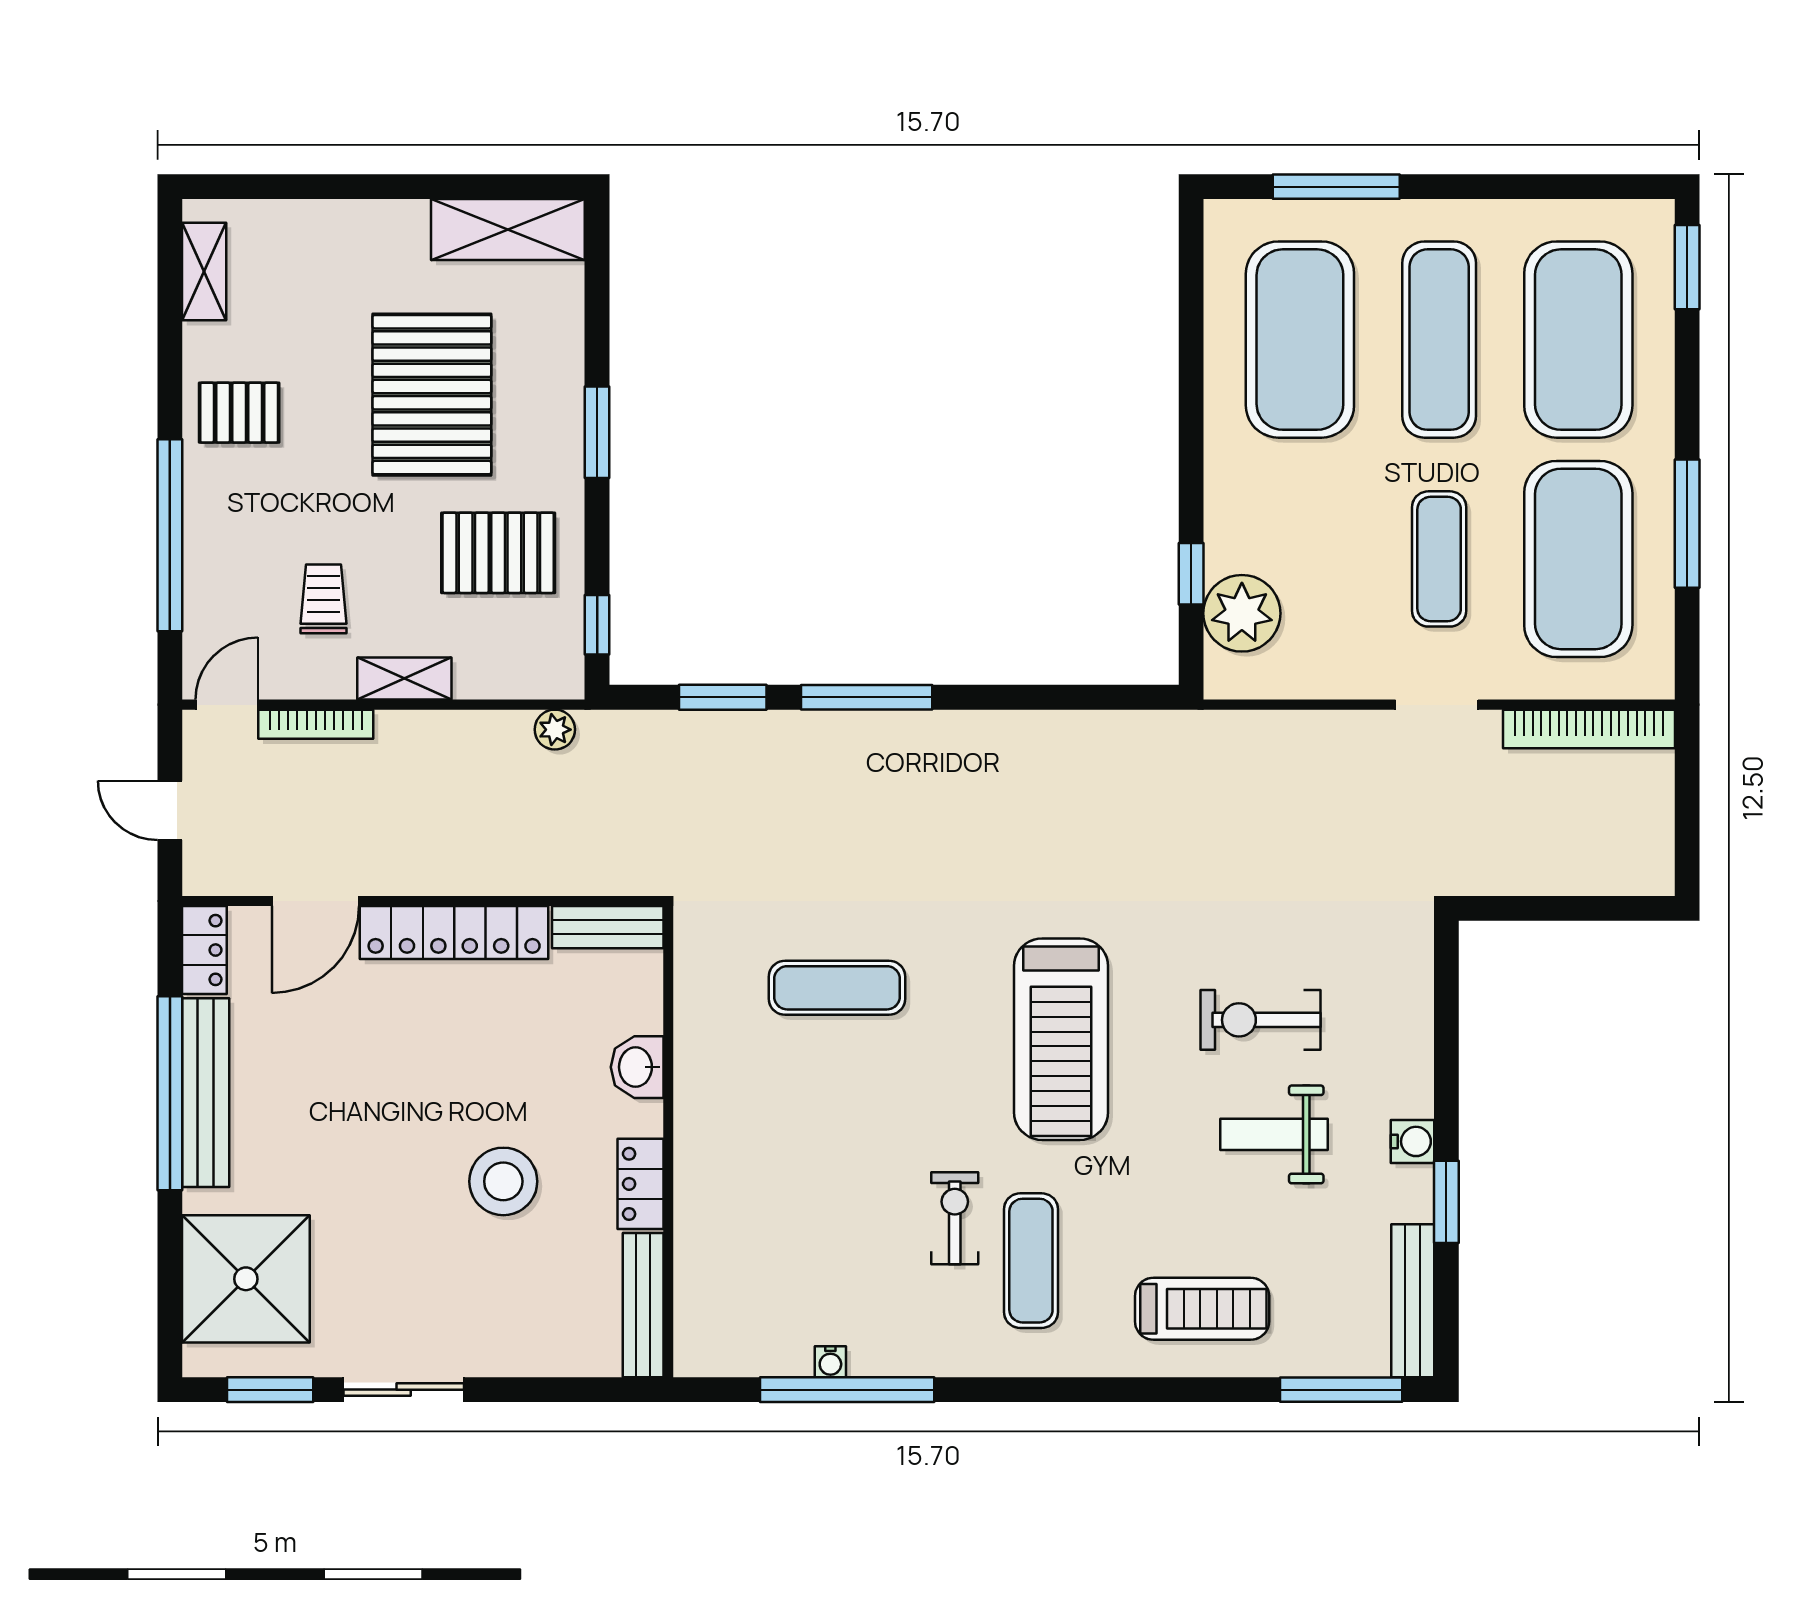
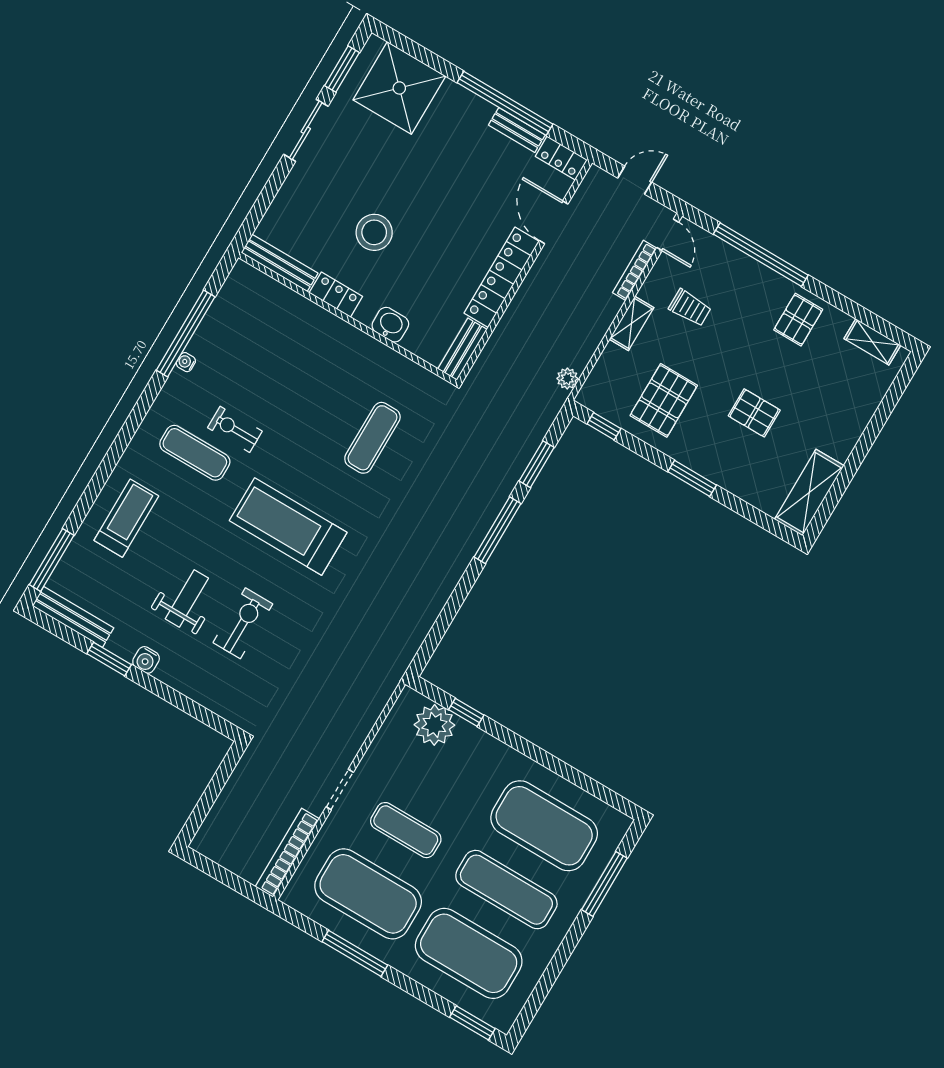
pallet: (432, 395) -> (754, 413), width x0.49, depth x0.50
bench: (206, 1093) -> (517, 130), width x0.54, depth x0.82
exercise bike: (955, 1218) -> (235, 429), turned 180
treadmill: (1202, 1309) -> (126, 518), turned 180
water cooler: (830, 1362) -> (186, 362), moved

